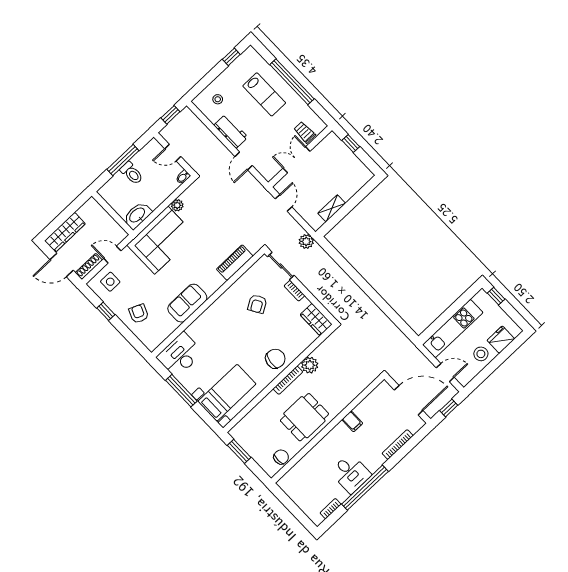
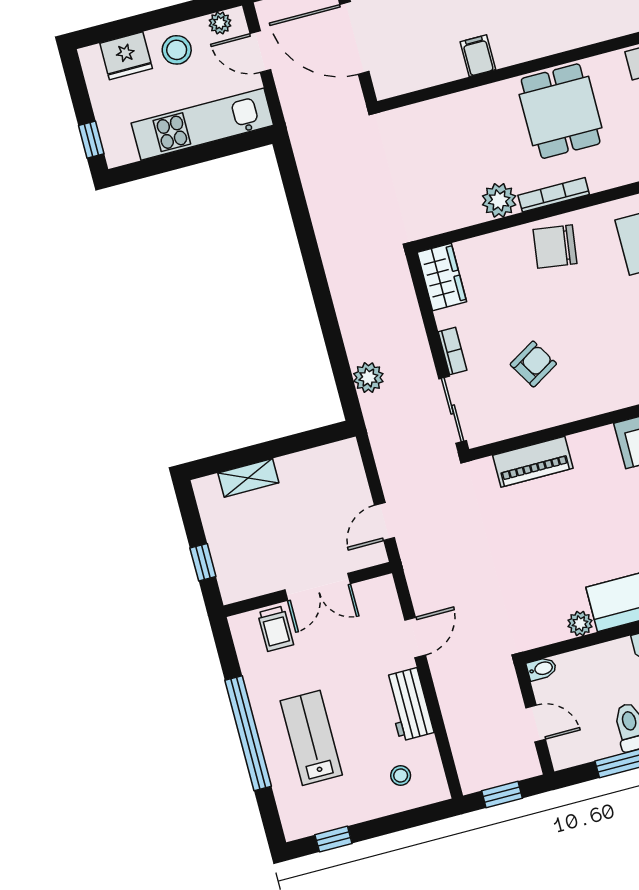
shelving: (332, 208) -> (248, 478), moved
plant: (306, 242) -> (368, 378), moved
plant: (469, 375) -> (220, 23), added
dining table: (304, 417) -> (561, 111), turned 90

